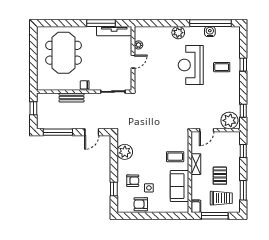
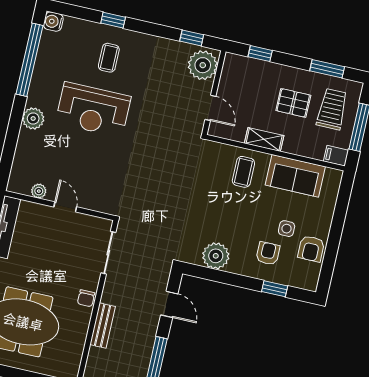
water cooler: (210, 32) -> (53, 22), moved

